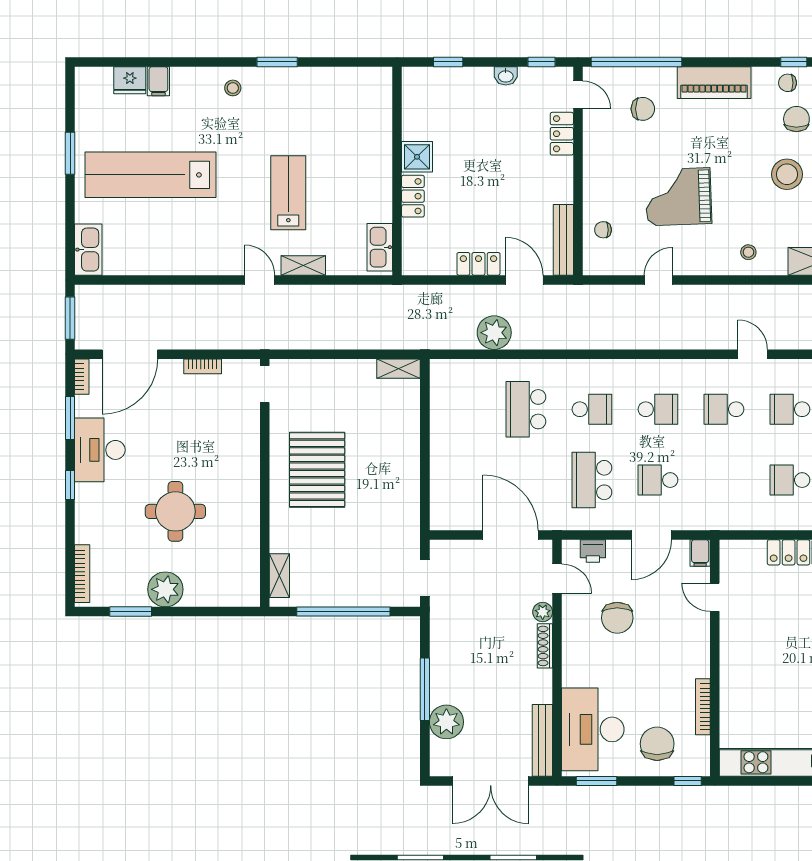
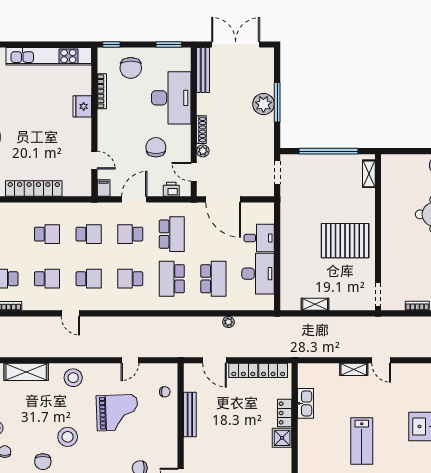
locker: (562, 134) -> (273, 370), moved, turned 90
stool: (787, 174) -> (68, 437), moved
lab bench: (288, 193) -> (362, 441), moved
bench: (563, 240) -> (190, 415), moved
kitchen sink: (380, 247) -> (305, 403), moved
stool: (748, 252) -> (73, 378), width x1.89, depth x1.89
plant: (494, 333) -> (228, 322), width x0.53, depth x0.53
shelving: (399, 369) -> (315, 304), moved
school desk: (592, 409) -> (172, 279), width x1.85
desk: (455, 417) -> (258, 274), added
pallet: (317, 470) -> (345, 241), turned 90
desk: (453, 474) -> (259, 238), added
school desk: (658, 480) -> (130, 234), turned 180
school desk: (724, 480) -> (89, 234), added
fridge: (734, 683) -> (82, 106), added
plant: (446, 722) -> (263, 104), moved
desk: (593, 729) -> (171, 98), moved

